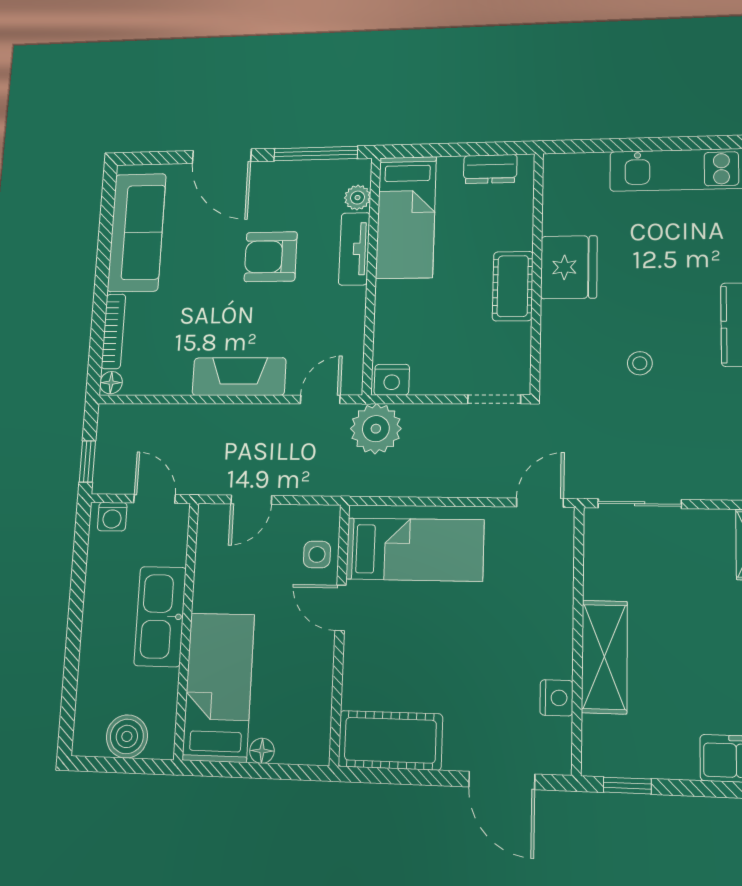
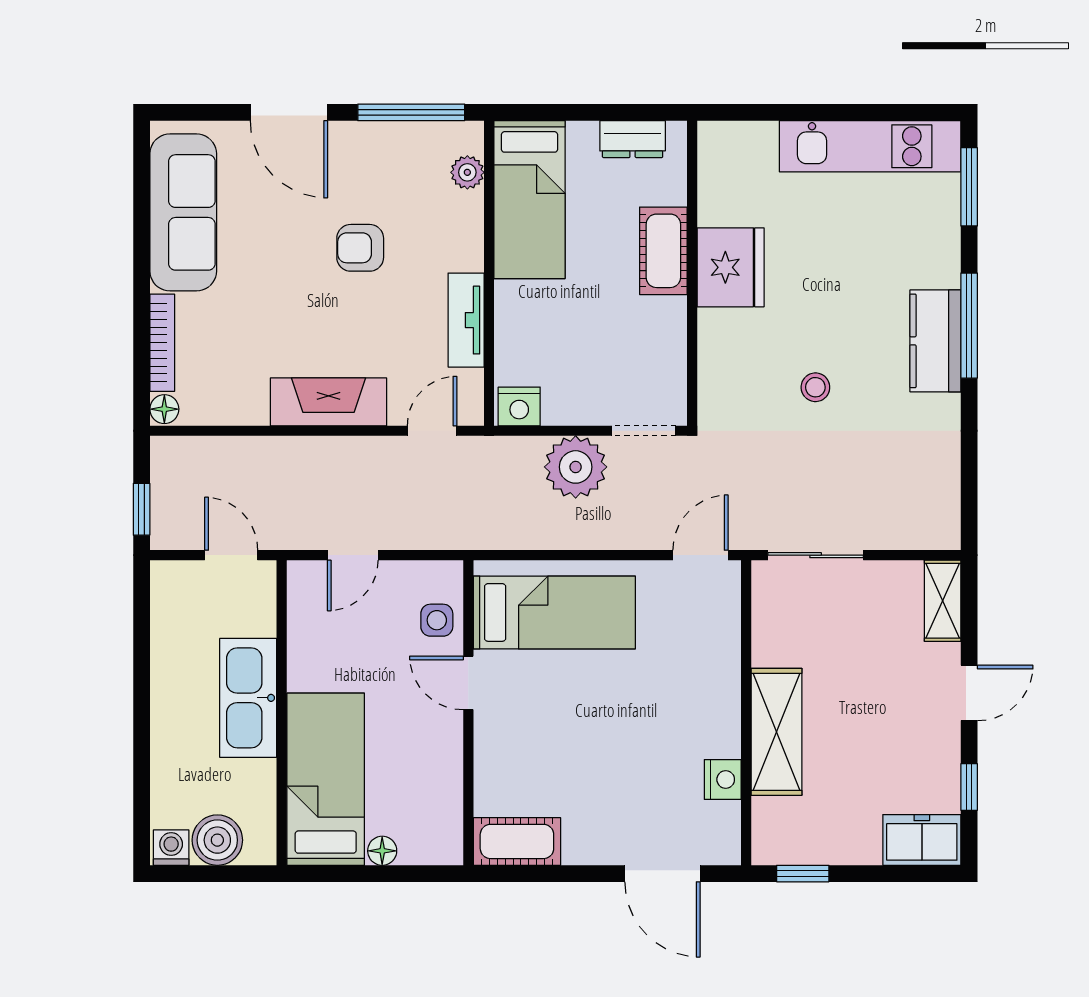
tv unit: (354, 249) -> (466, 320), moved
armchair: (271, 257) -> (360, 248), width x0.72, depth x0.72
cot: (513, 286) -> (663, 251), moved
plant: (376, 429) -> (576, 467), moved
washing machine: (112, 517) -> (171, 848), moved, turned 180
cot: (390, 740) -> (517, 841), width x0.73, depth x0.75

